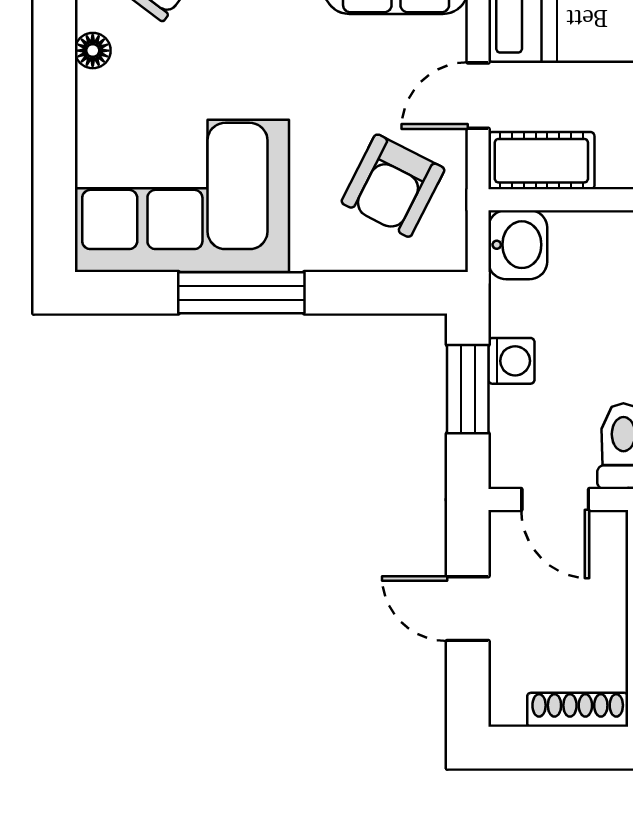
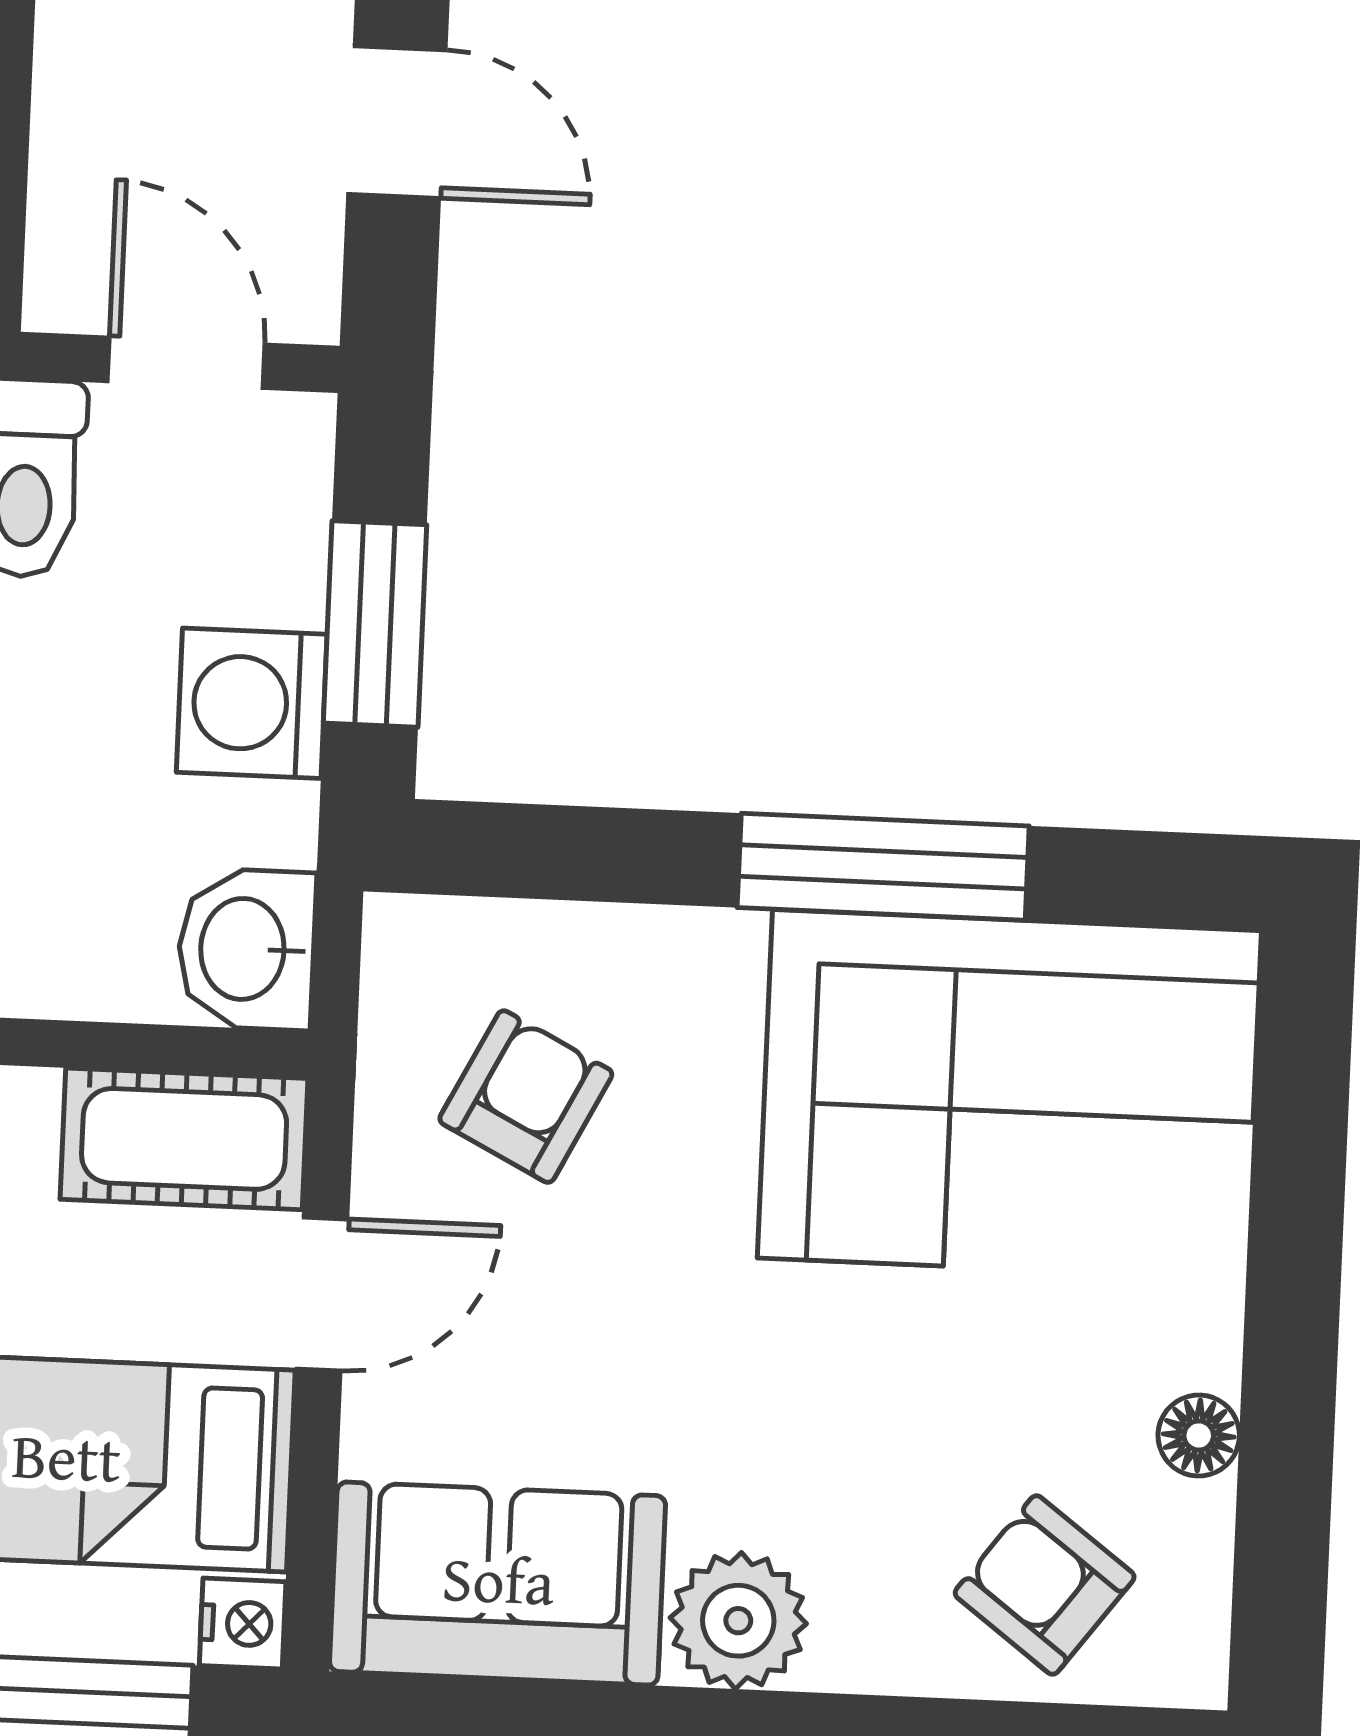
armchair: (393, 186) -> (526, 1097), width x0.72, depth x0.72
washing machine: (511, 361) -> (252, 703), width x1.38, depth x1.38

